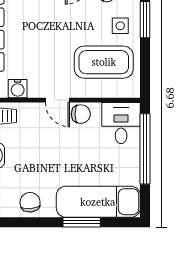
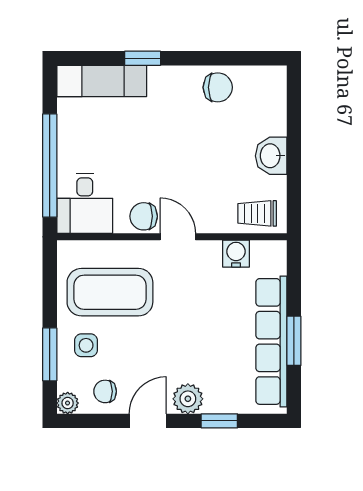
chair: (30, 202) -> (218, 87), turned -85
exam couch: (98, 202) -> (102, 81), width x0.73, depth x0.69
window: (82, 222) -> (143, 58), width x0.67

